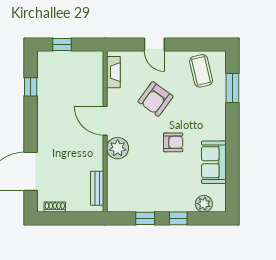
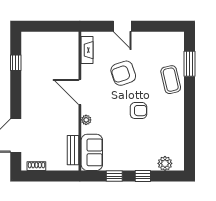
window: (62, 44) -> (43, 26), removed
coffee table: (201, 71) -> (171, 80), moved
armchair: (155, 99) -> (123, 73), turned 35
plant: (118, 148) -> (86, 120), width x0.53, depth x0.53
sofa: (214, 162) -> (92, 152), moved, turned 180

